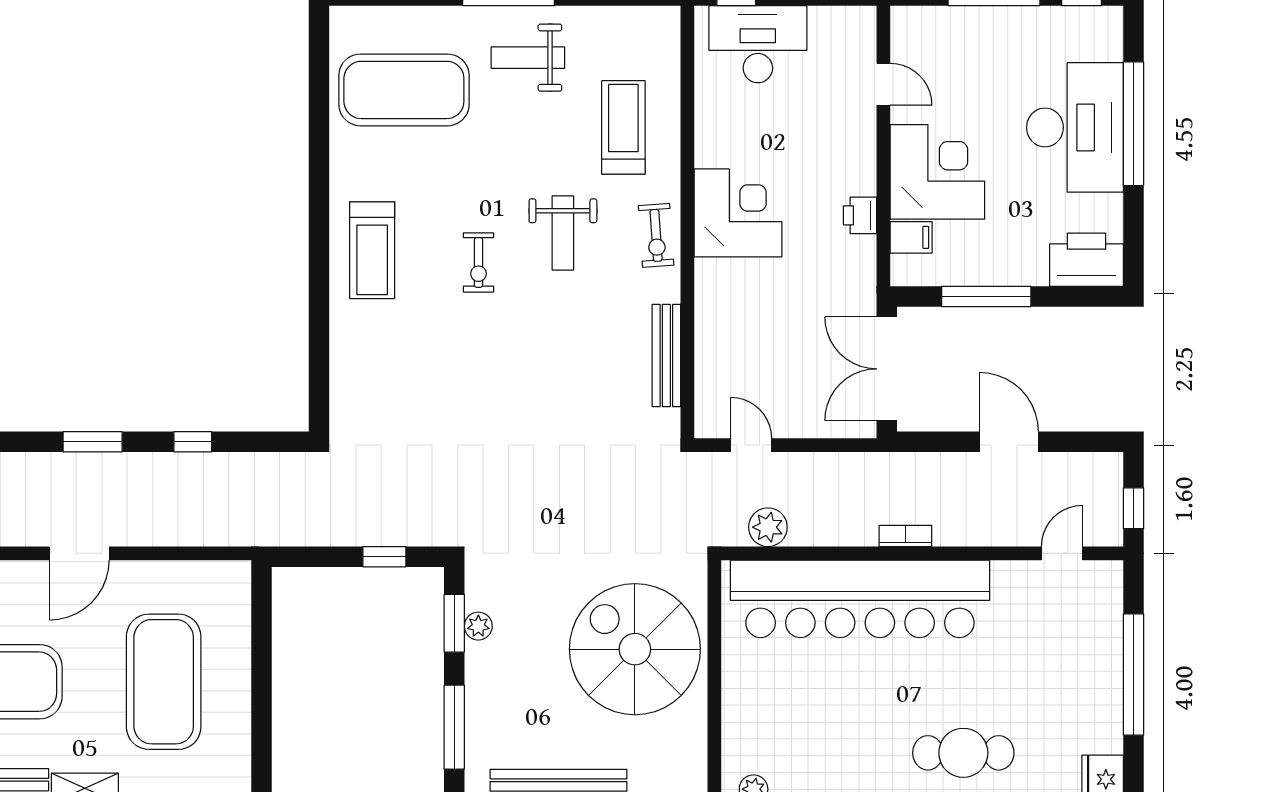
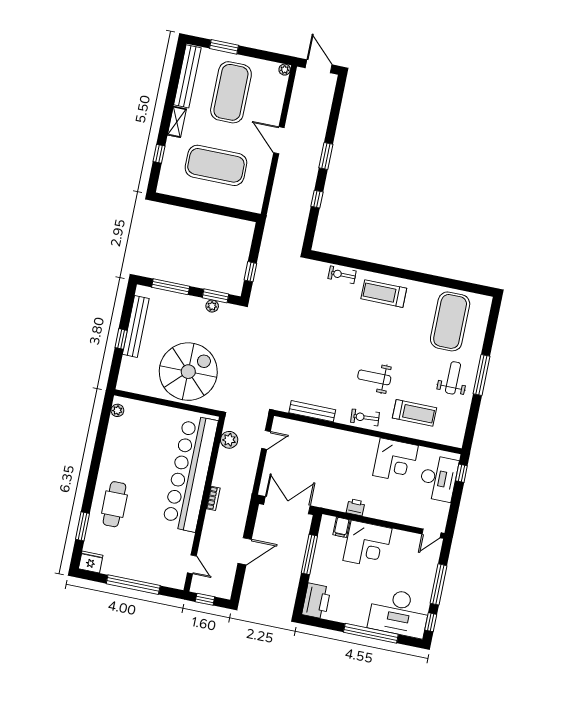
door: (883, 84) -> (432, 533), moved
desk: (1075, 127) -> (399, 613), moved
corner desk: (738, 213) -> (396, 461), moved
exercise bike: (478, 262) -> (342, 275), moved

